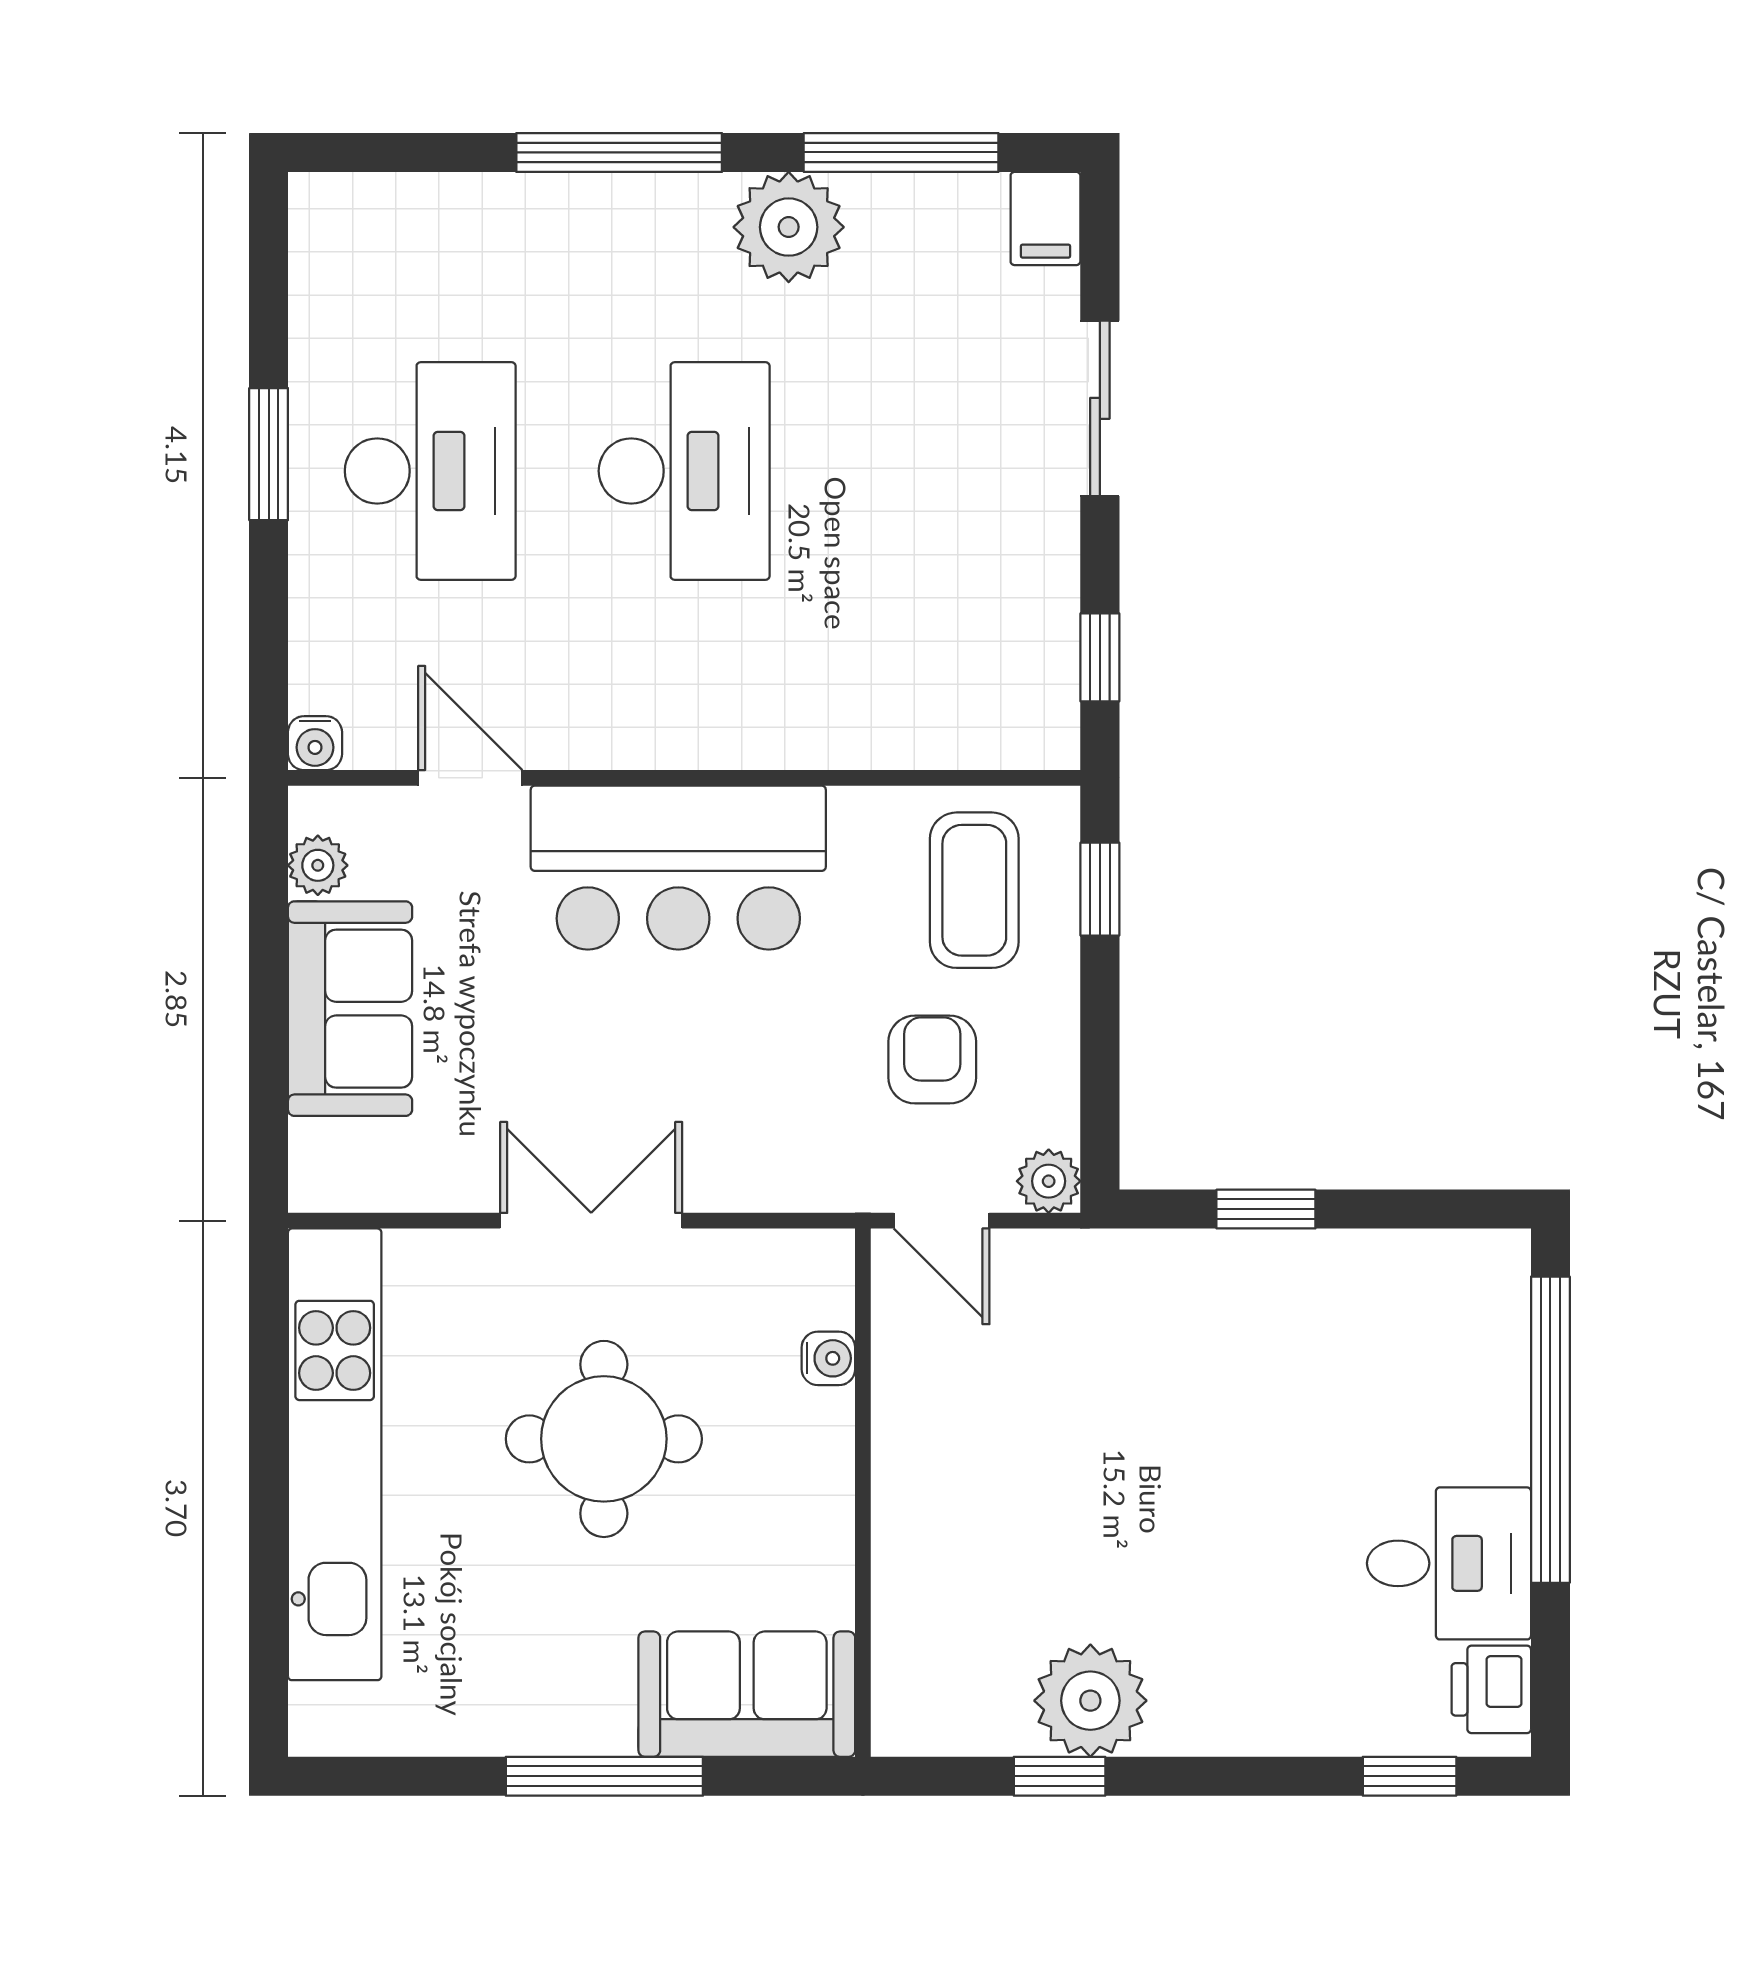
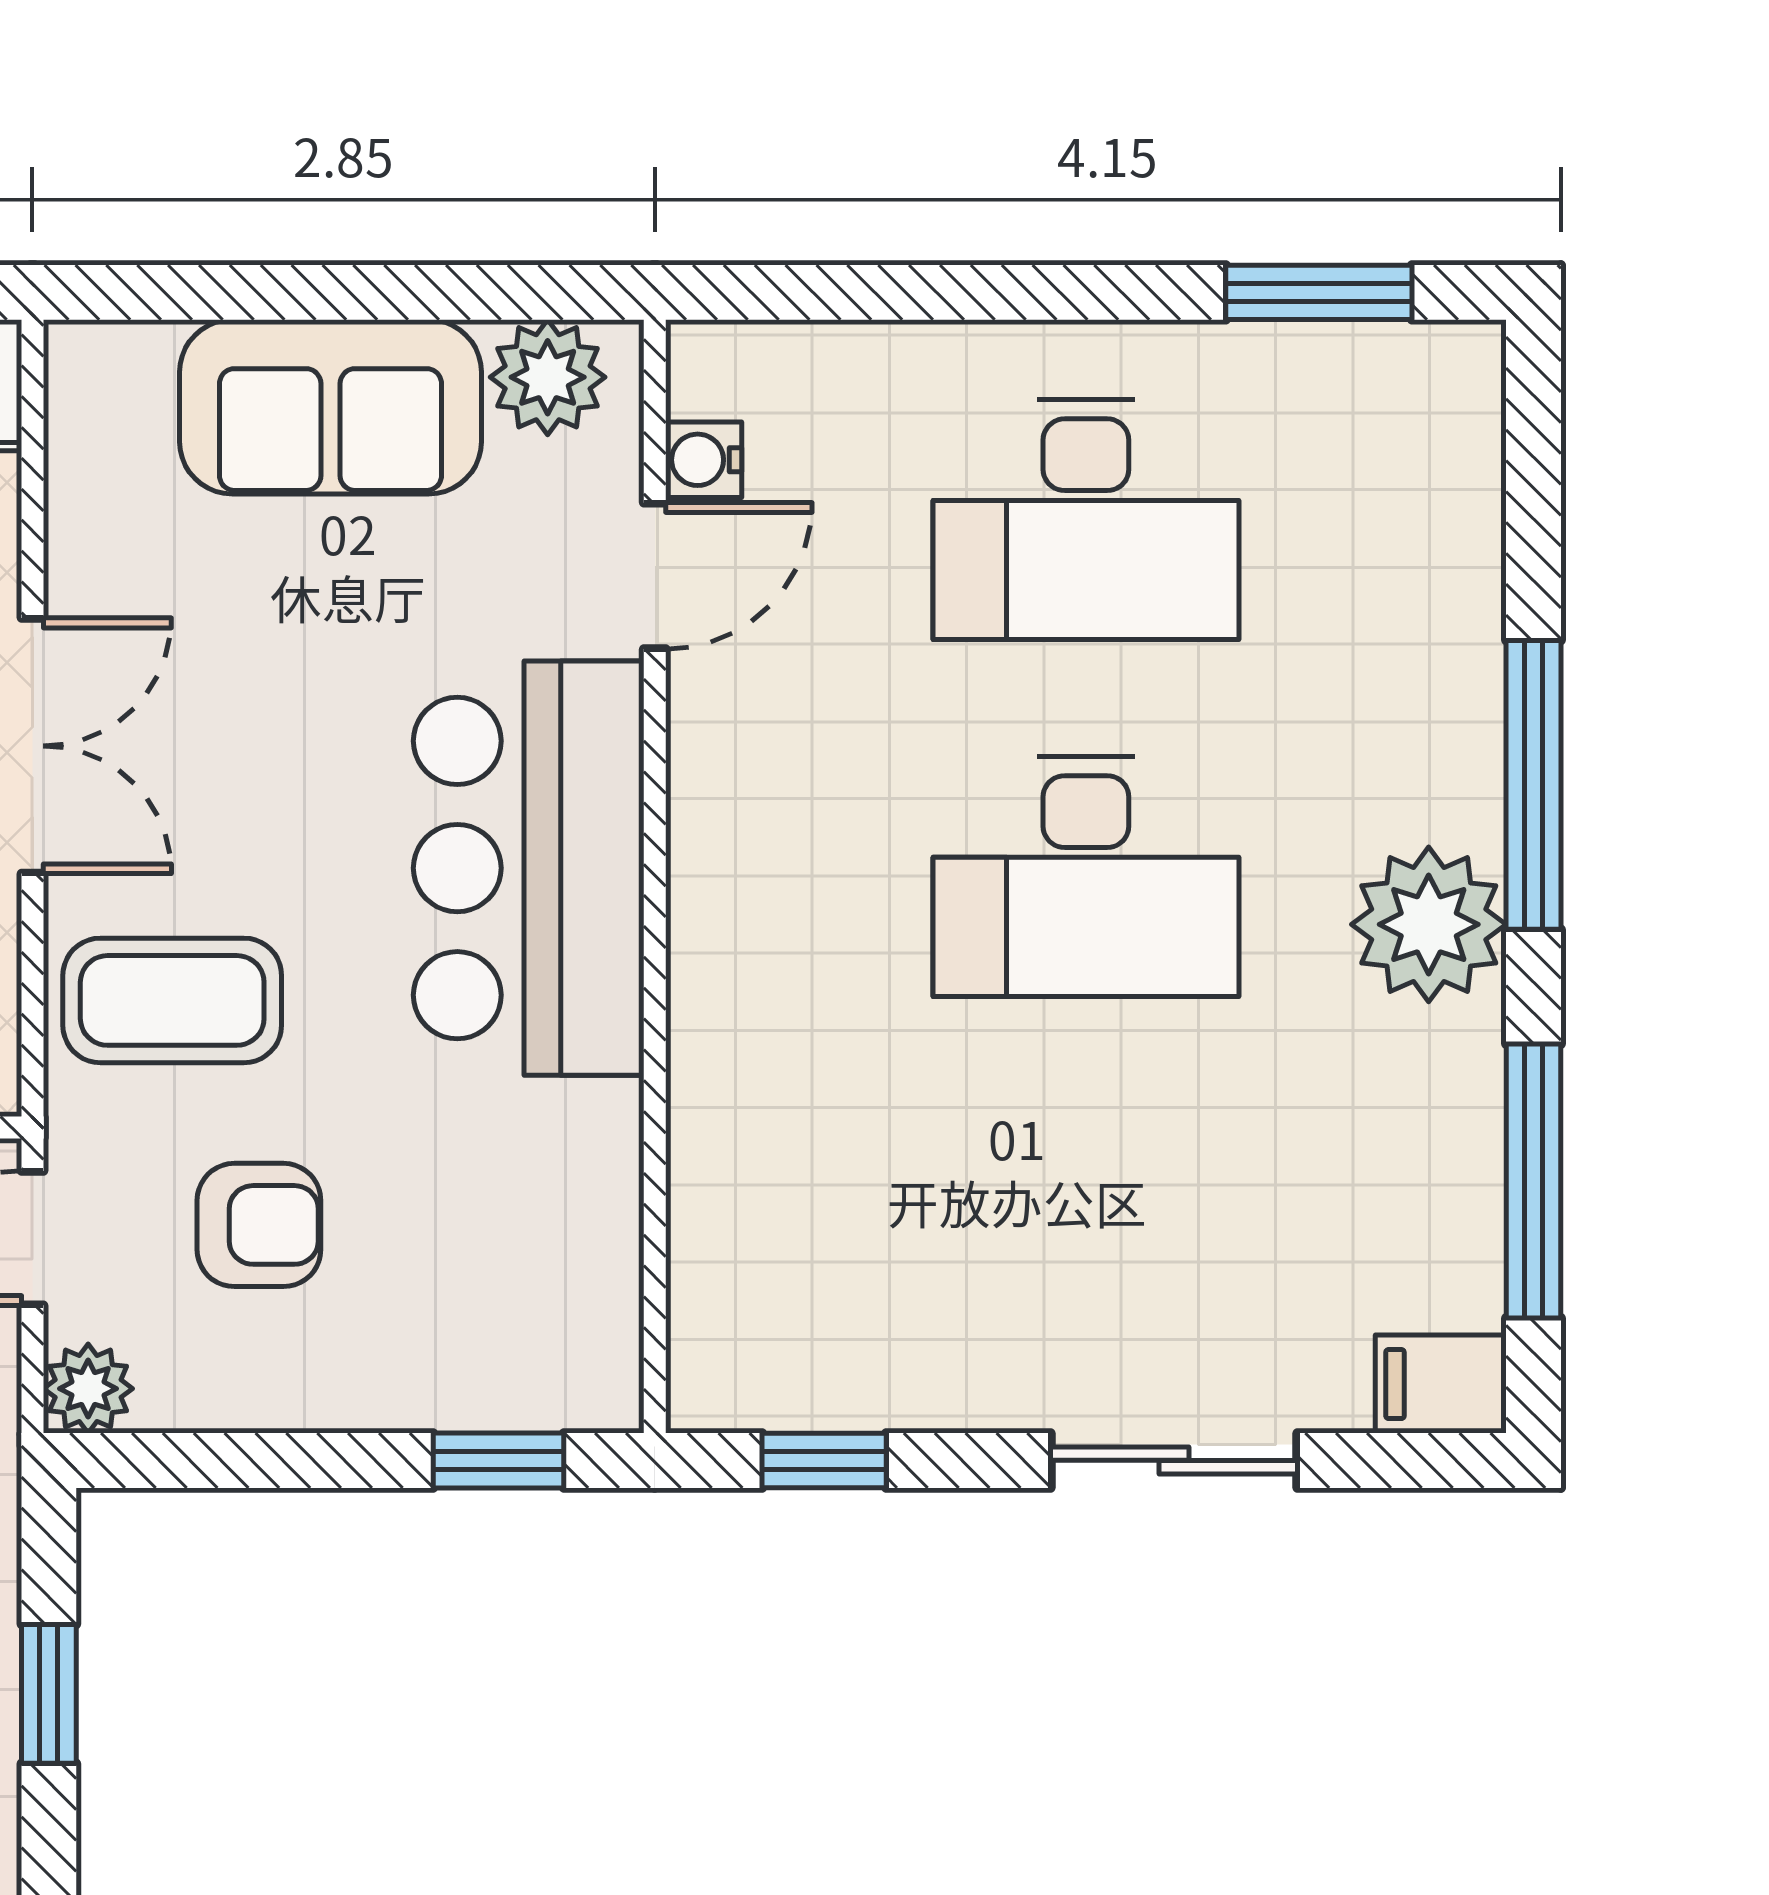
plant: (789, 227) -> (1429, 924), moved
window: (269, 454) -> (1319, 292), moved
water cooler: (315, 743) -> (704, 460), moved
plant: (318, 865) -> (548, 377), width x1.38, depth x1.38
coffee table: (974, 890) -> (172, 1000), moved

